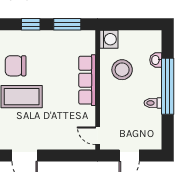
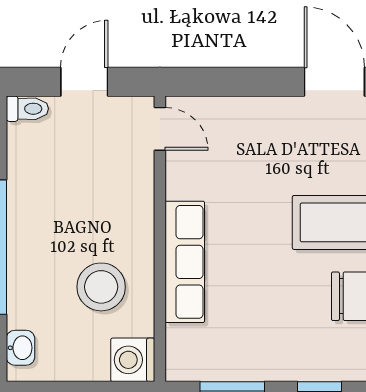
washbasin: (156, 60) -> (20, 348), moved
toilet: (153, 103) -> (27, 109), moved

